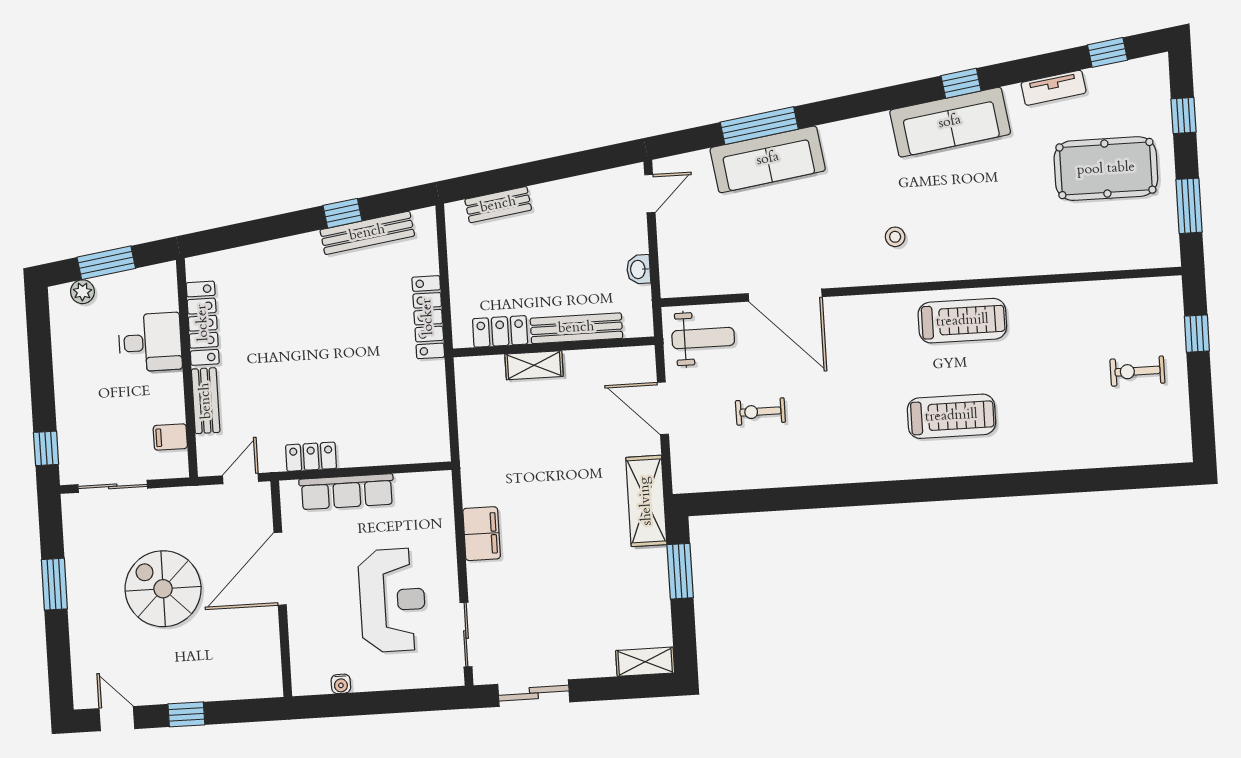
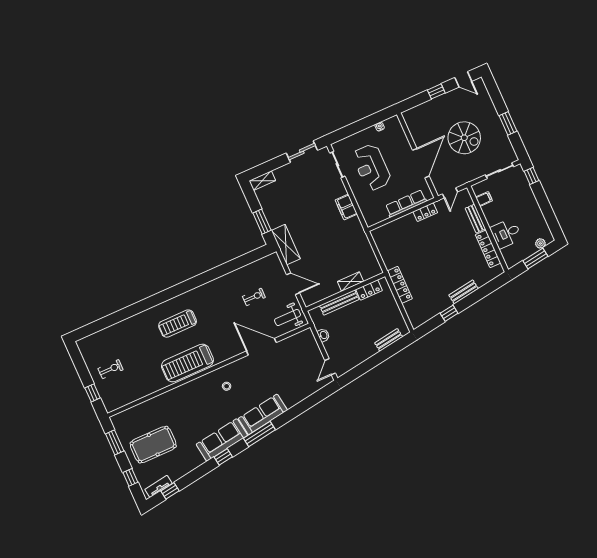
tv unit: (1054, 88) -> (159, 486), moved
window: (759, 126) -> (259, 434), moved
sofa: (768, 159) -> (263, 414), moved
bench: (367, 233) -> (464, 292), moved, width x0.73
treadmill: (962, 321) -> (187, 363), width x1.37, depth x1.38

